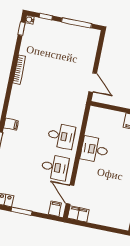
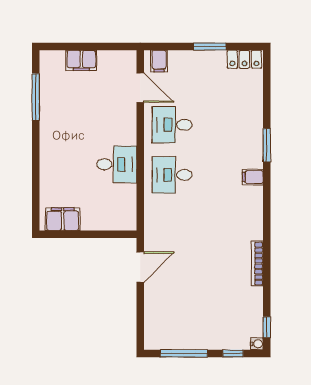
door: (93, 82) -> (140, 267), swing flipped
filing cabinet: (78, 214) -> (81, 60), moved

